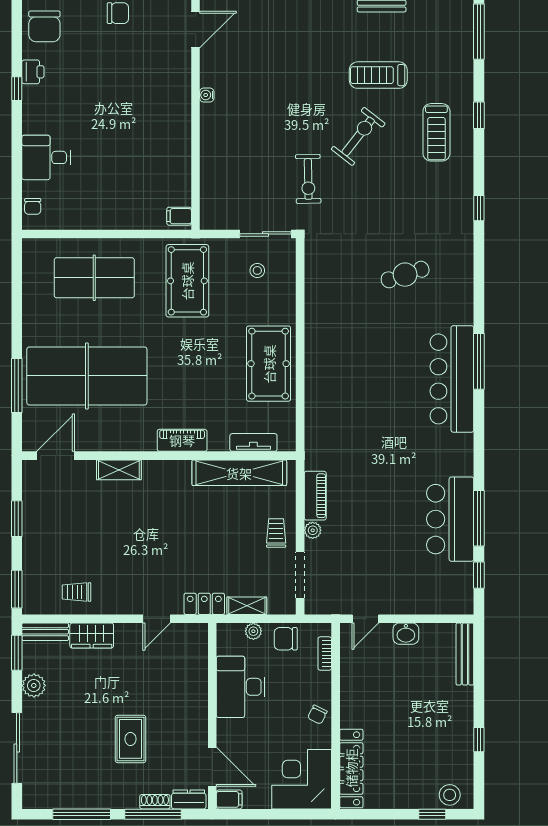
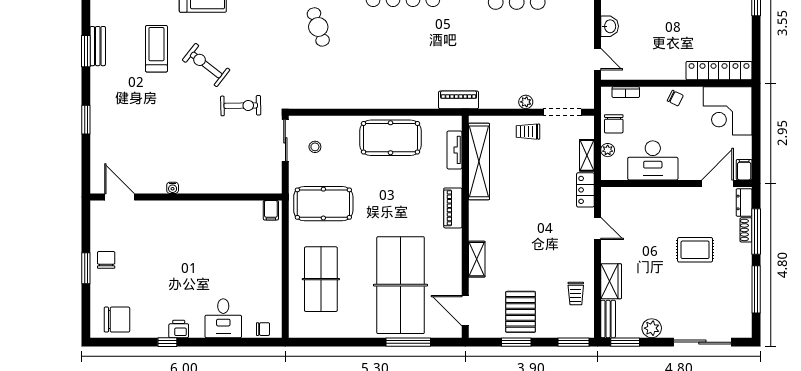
printer: (33, 72) -> (179, 329), moved
treadmill: (378, 75) -> (156, 49), turned 180
piano: (315, 496) -> (459, 100), moved
pallet: (54, 524) -> (521, 312), added

